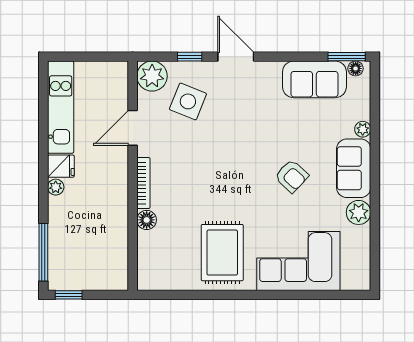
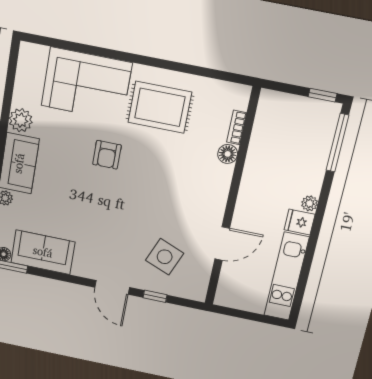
plant: (152, 76) -> (194, 286), removed
armchair: (292, 176) -> (107, 155), moved, turned -133
bookcase: (143, 183) -> (237, 127), moved, width x0.64
rug: (222, 253) -> (160, 107), turned 90

